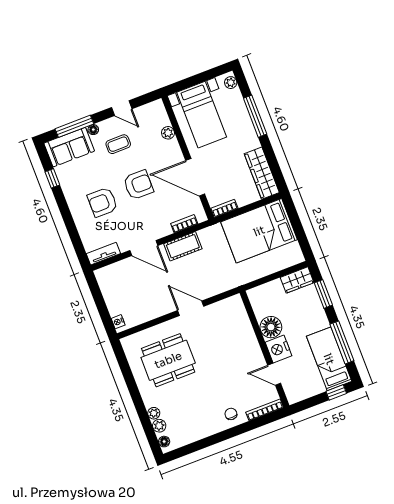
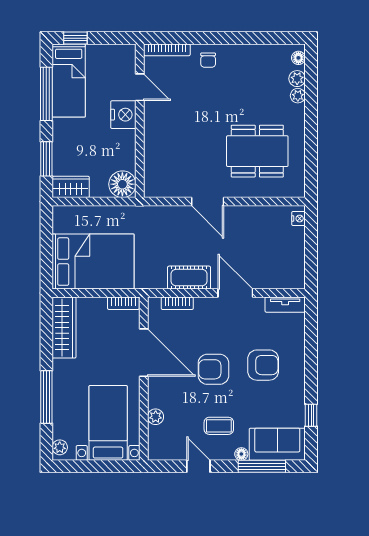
floor lamp: (271, 327) -> (122, 184), moved

